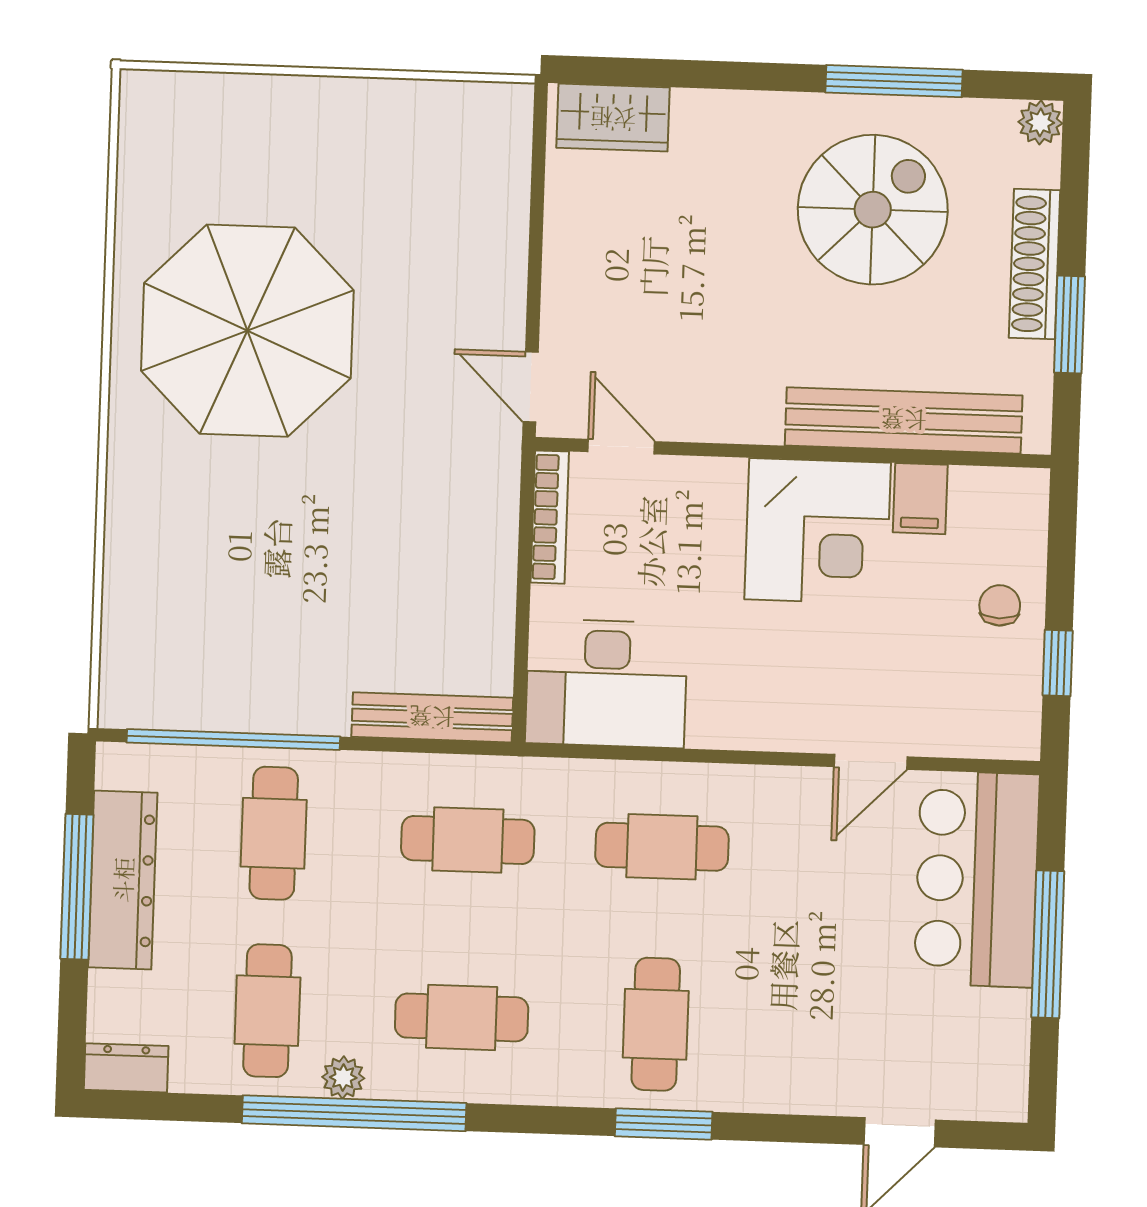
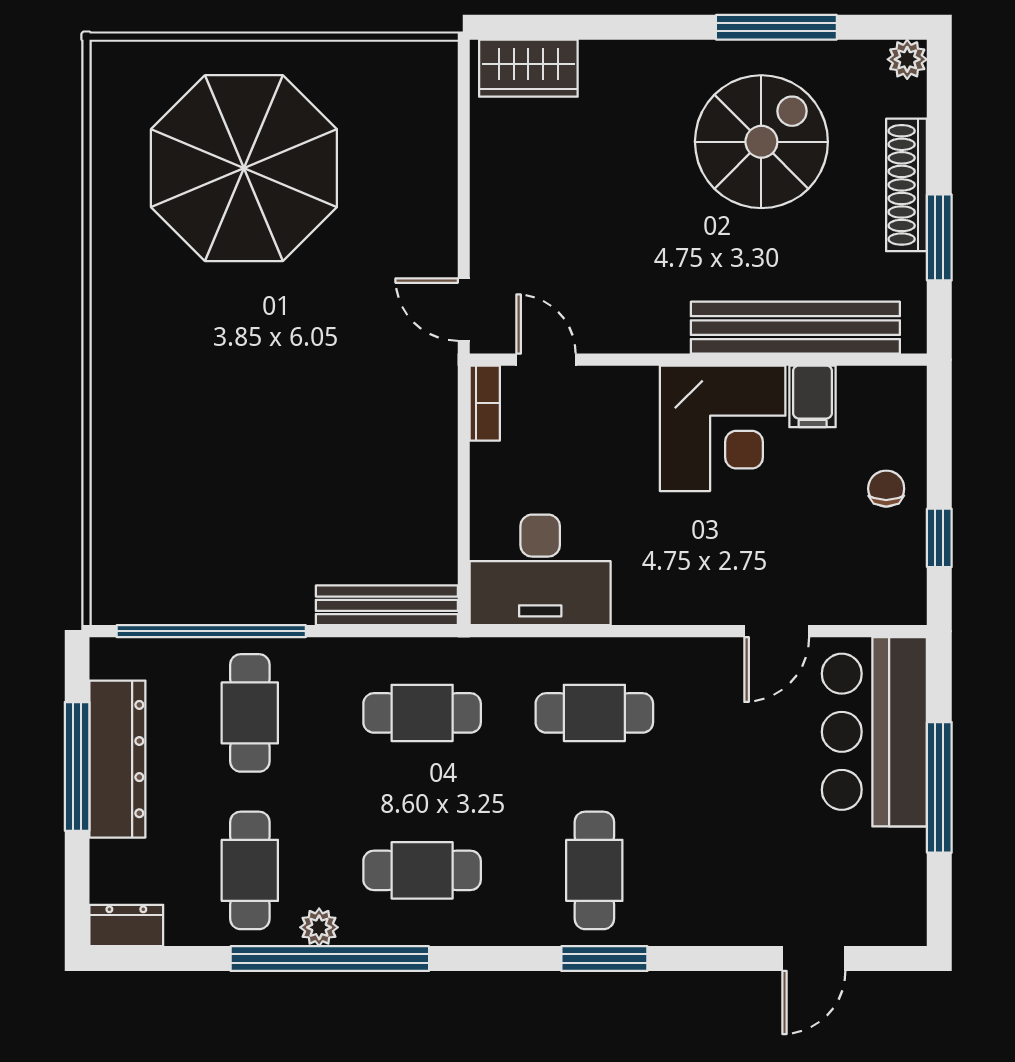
parasol: (247, 331) -> (244, 168), moved
bookcase: (550, 517) -> (485, 403), width x0.64

